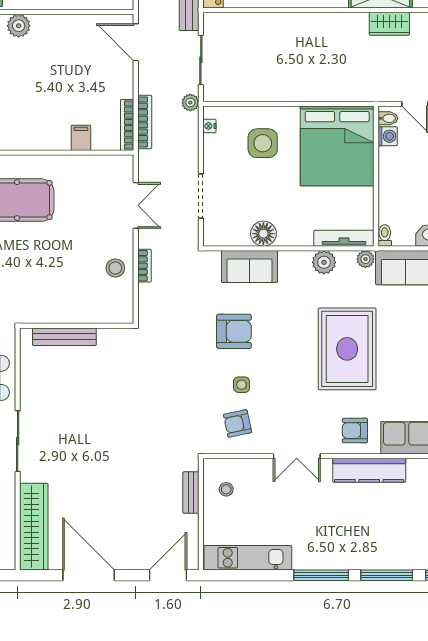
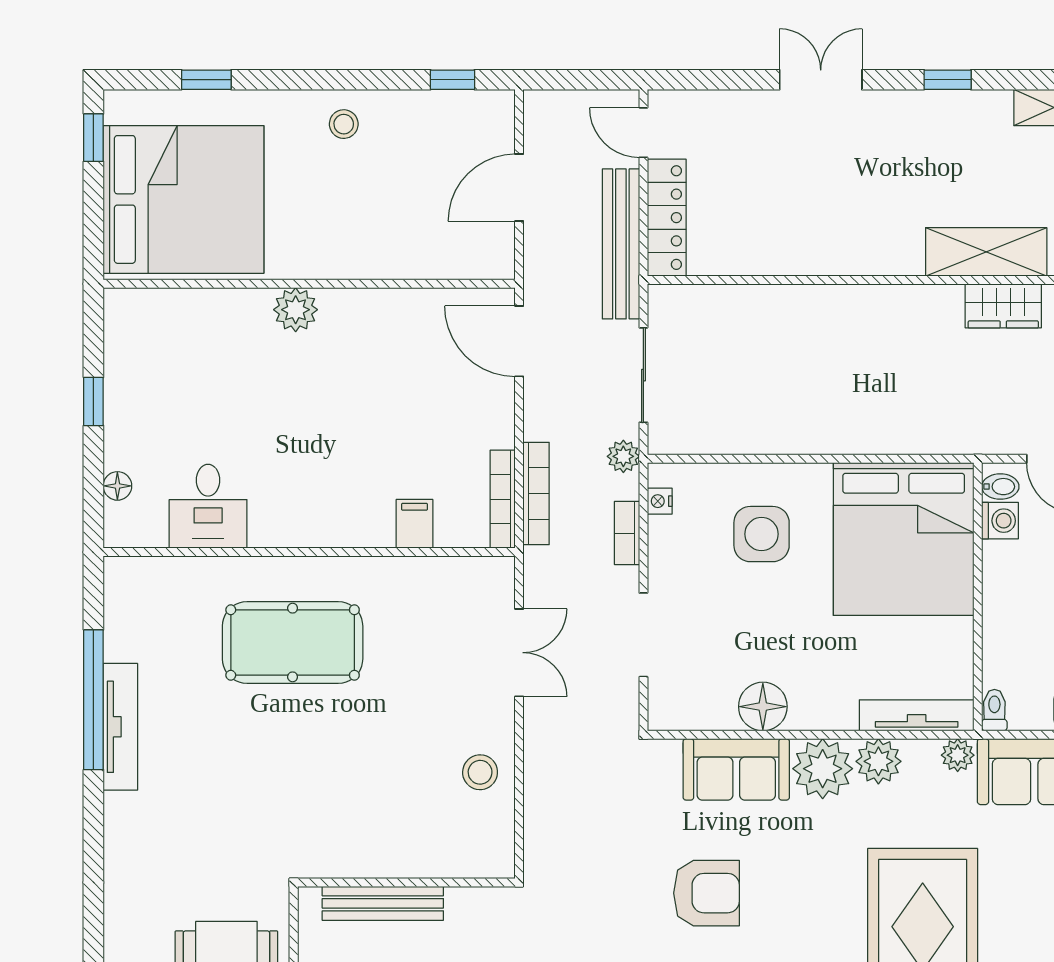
bookcase: (144, 266) -> (627, 533), moved, turned 180
plant: (295, 266) -> (823, 769), added

